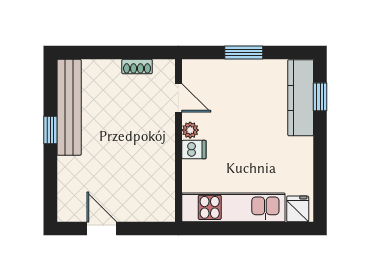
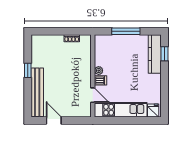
window: (244, 53) -> (126, 31), width x1.44
door: (179, 98) -> (93, 95), moved
bench: (69, 107) -> (37, 92), moved

